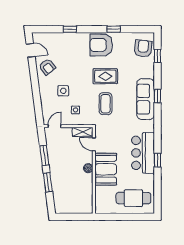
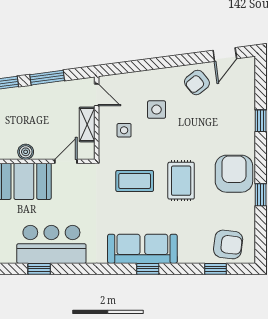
shelving: (83, 132) -> (87, 124), moved

